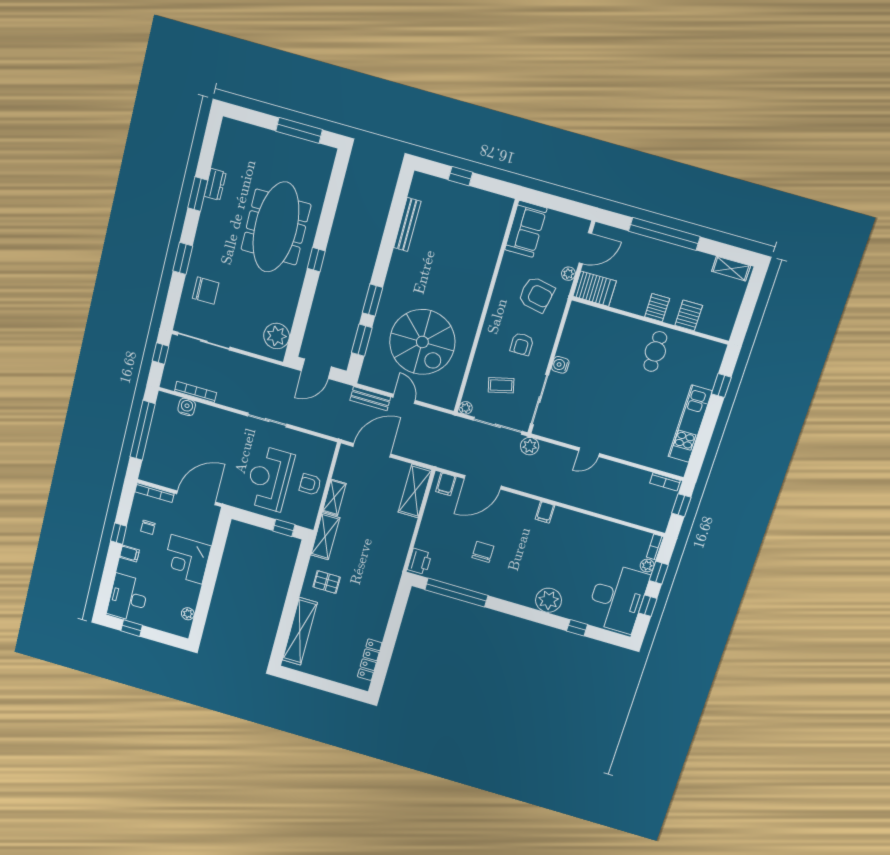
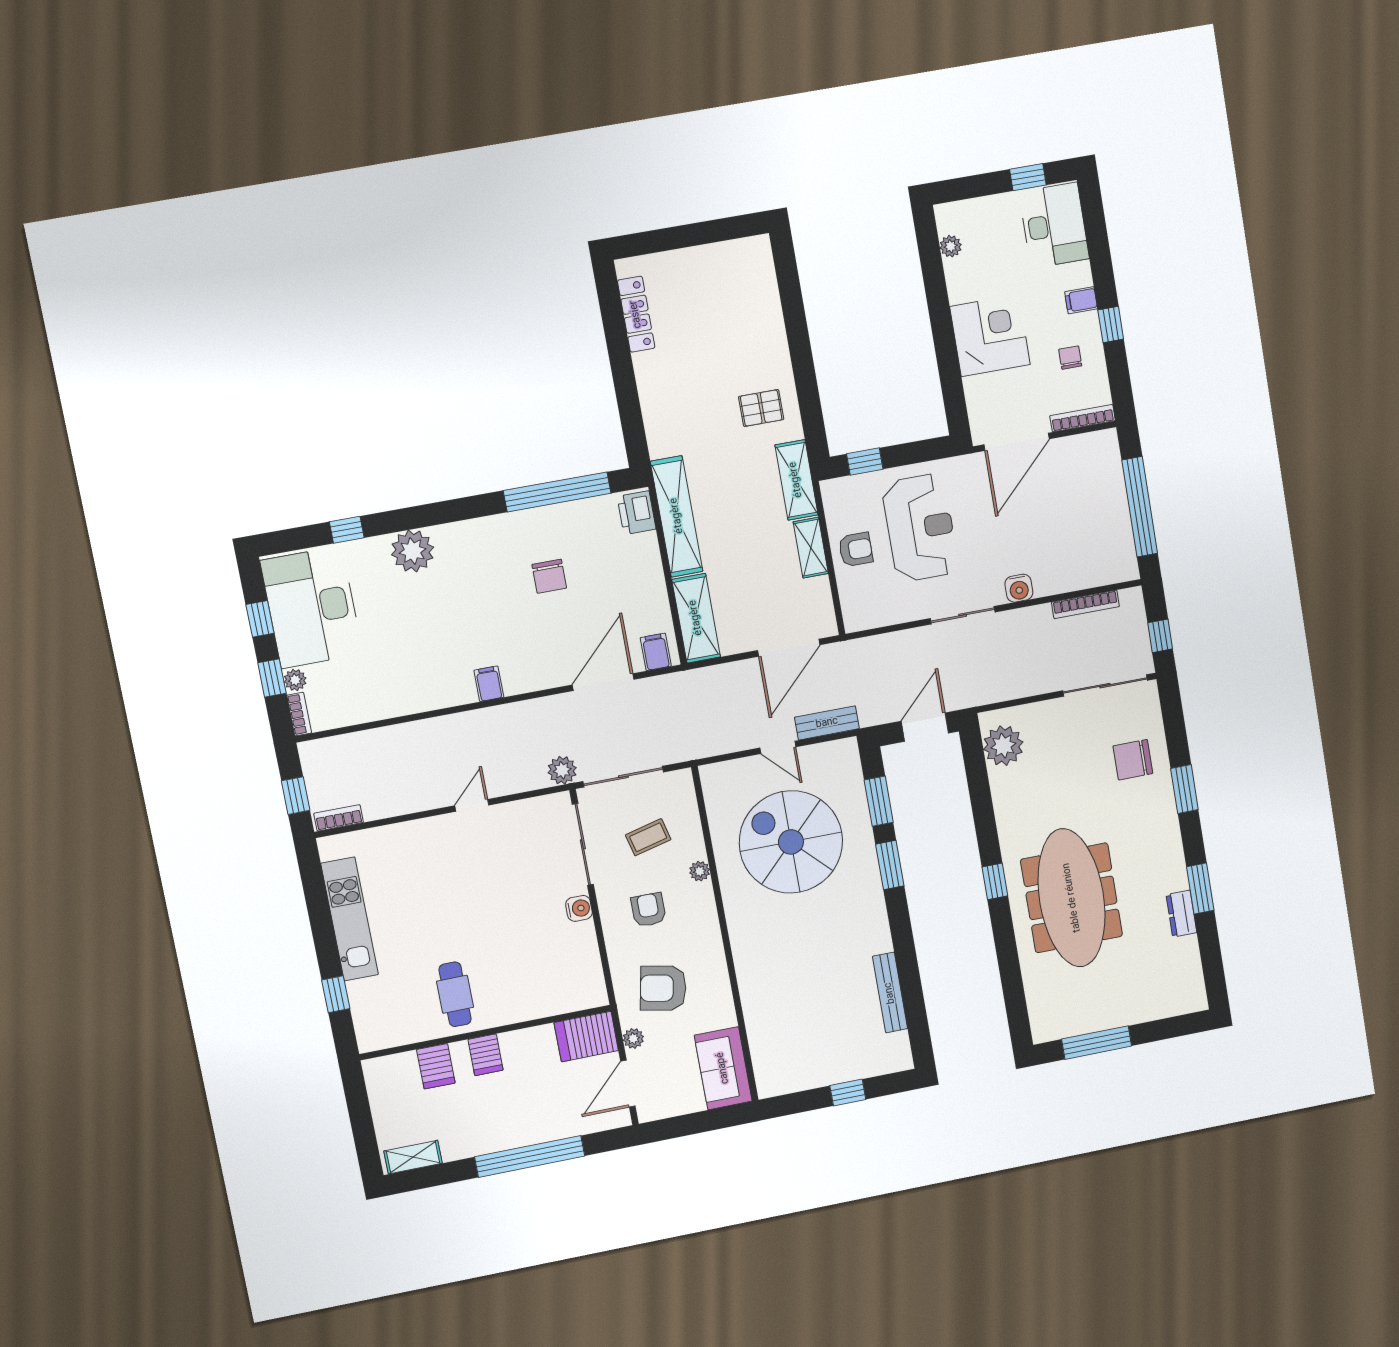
water cooler: (187, 407) -> (1019, 588), moved
plant: (466, 408) -> (700, 871), moved
shelving: (300, 631) -> (677, 516), moved

